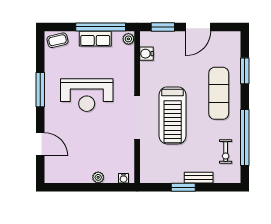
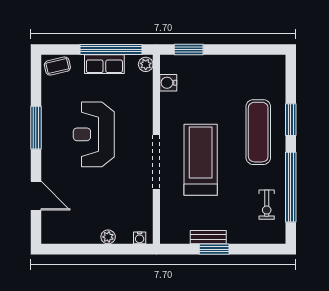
door: (198, 27) -> (233, 49), removed
window: (245, 71) -> (291, 120), moved
reception desk: (87, 95) -> (94, 134), turned 90
treadmill: (173, 115) -> (201, 160), turned 180
bench: (199, 178) -> (208, 237), moved

